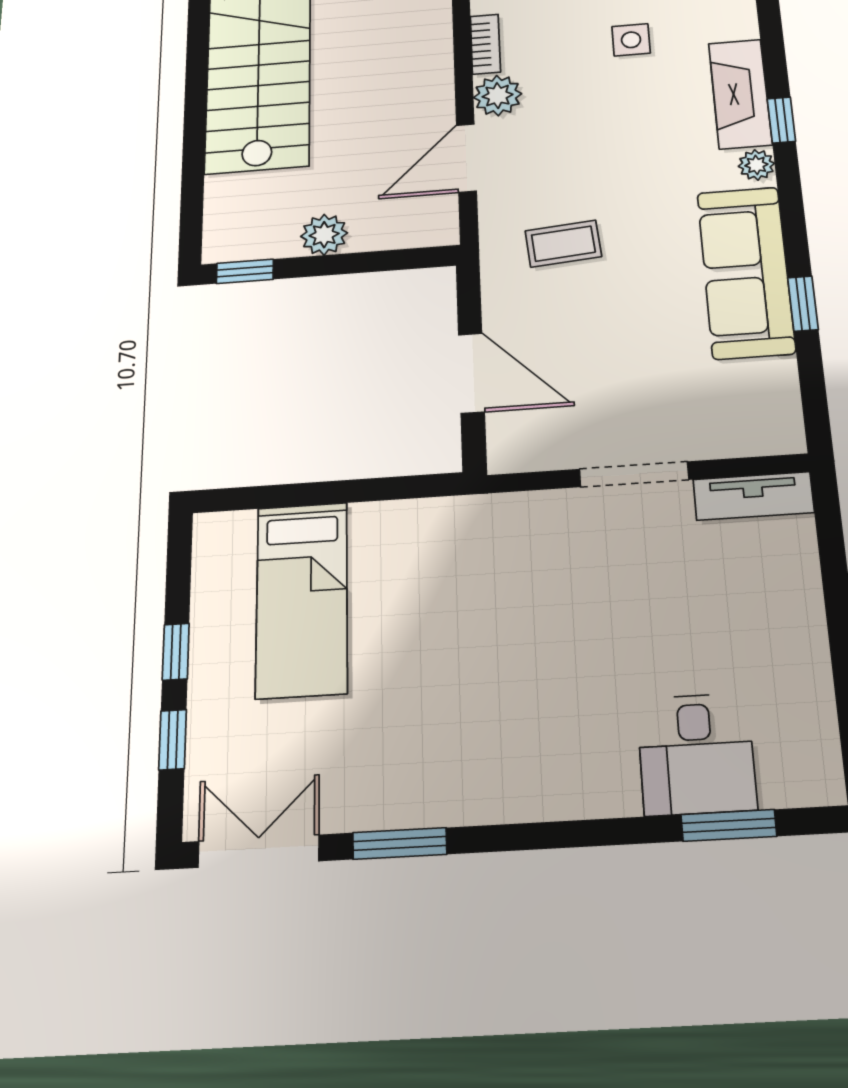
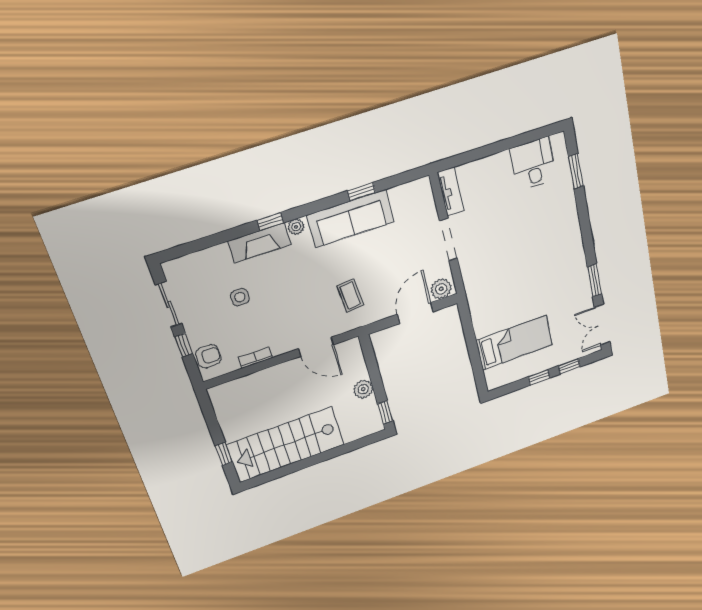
plant: (498, 96) -> (441, 289), moved
desk: (696, 754) -> (533, 164), moved, turned -90

